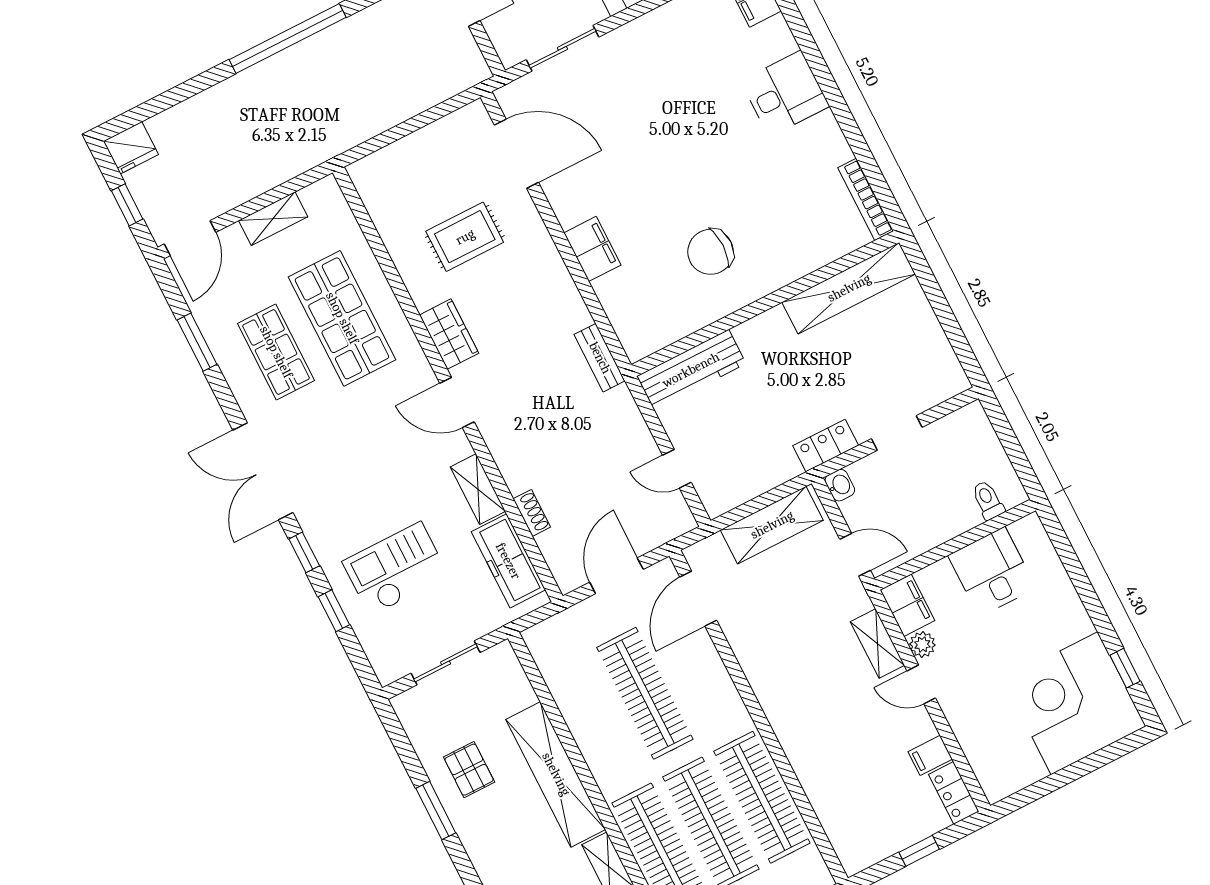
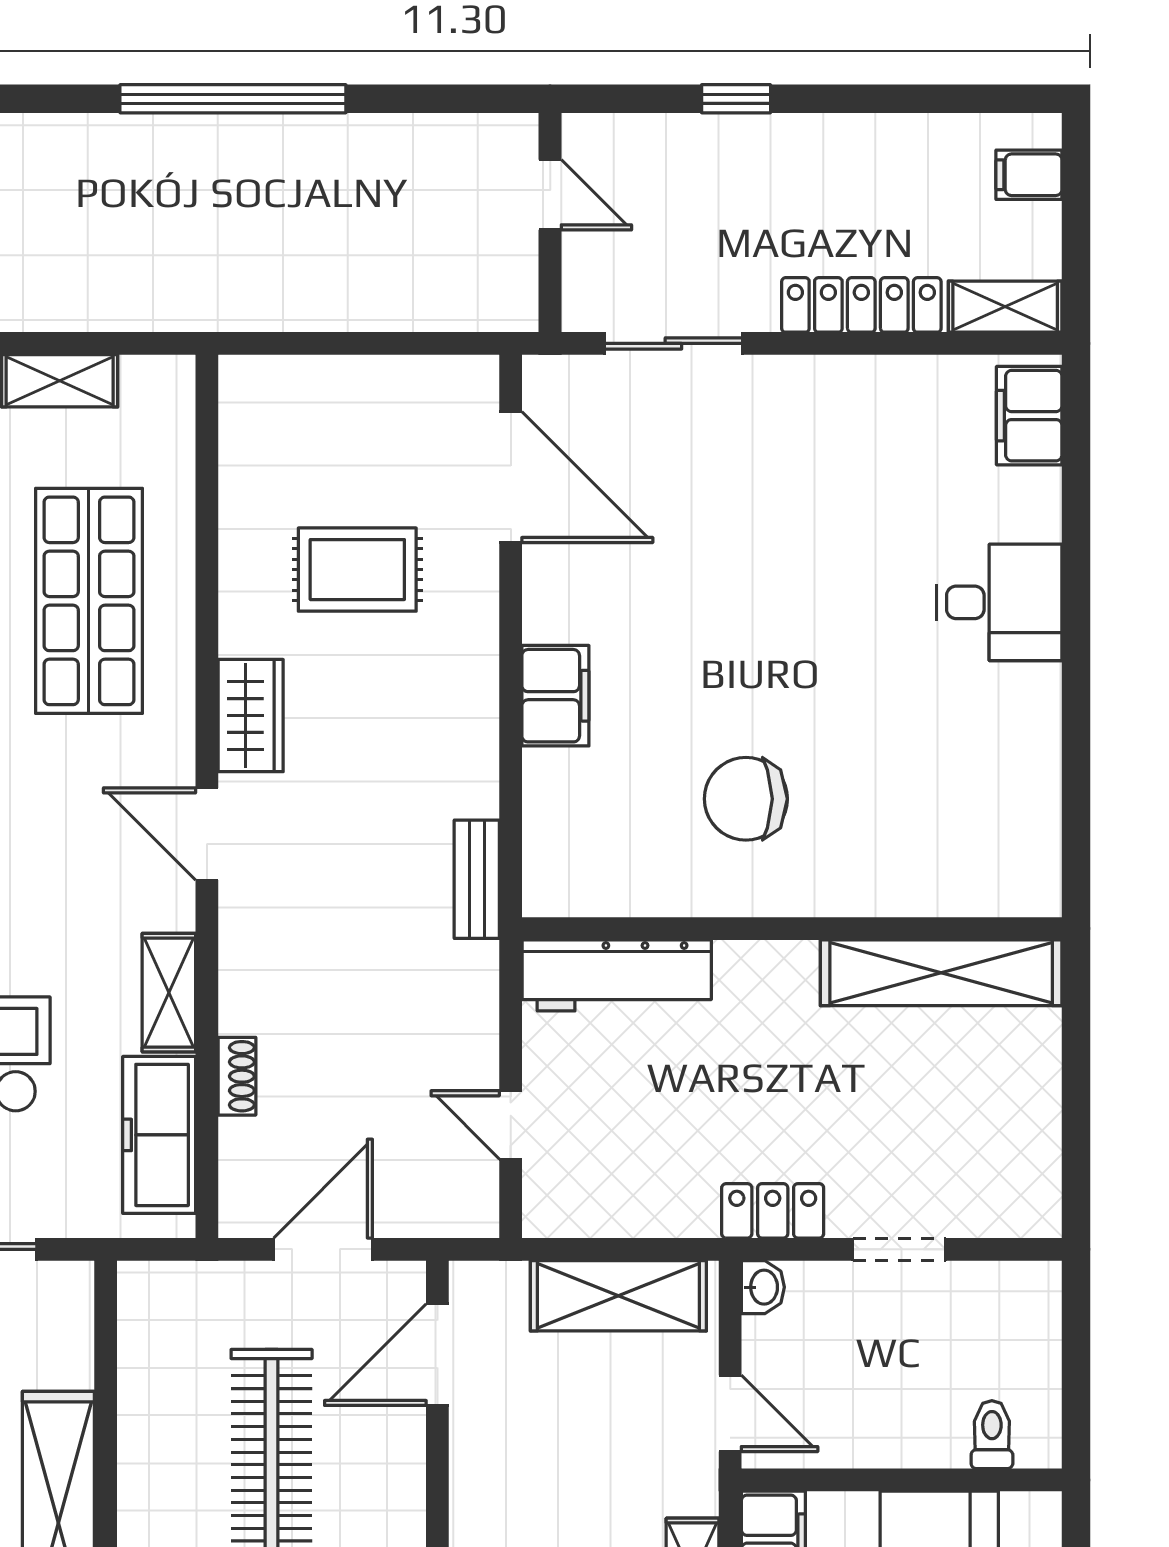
bookcase: (866, 199) -> (1043, 842), removed

